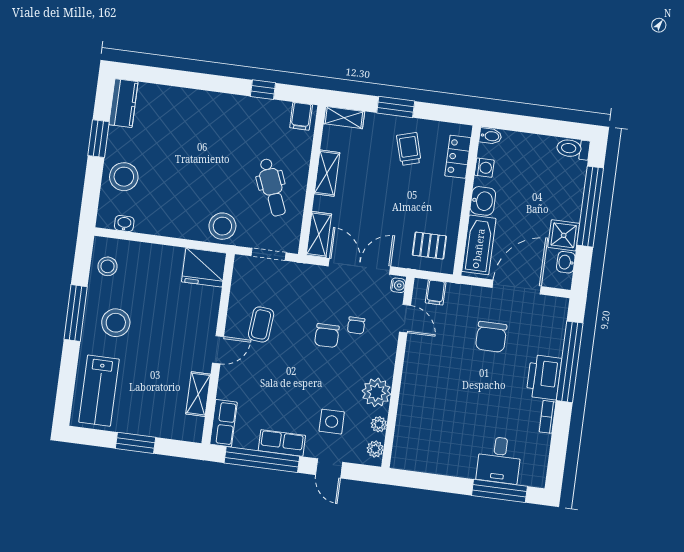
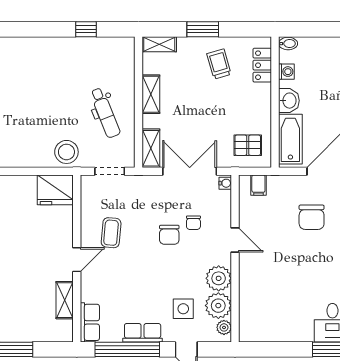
filing cabinet: (301, 116) -> (122, 48), removed
door: (405, 319) -> (235, 240), moved
plant: (379, 424) -> (218, 306), width x1.88, depth x1.88

